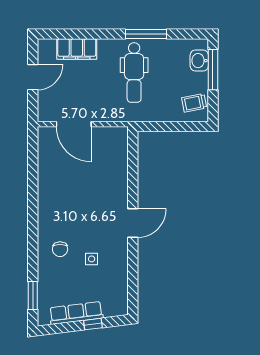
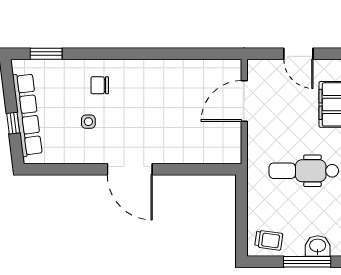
trolley: (194, 103) -> (269, 240), turned 109
door: (133, 223) -> (130, 169), width x1.36
row of seats: (76, 313) -> (27, 115), width x1.36

